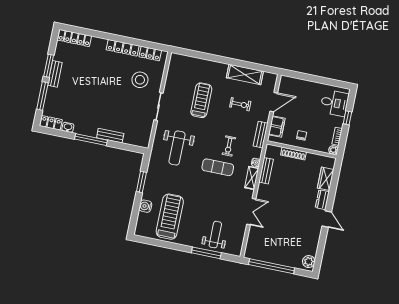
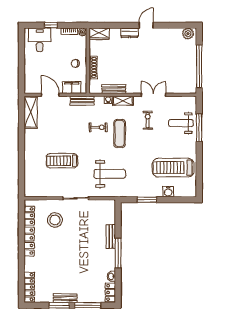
shelving: (245, 74) -> (31, 112), moved
exercise bike: (240, 104) -> (148, 120), moved
wardrobe: (326, 179) -> (99, 34), moved

